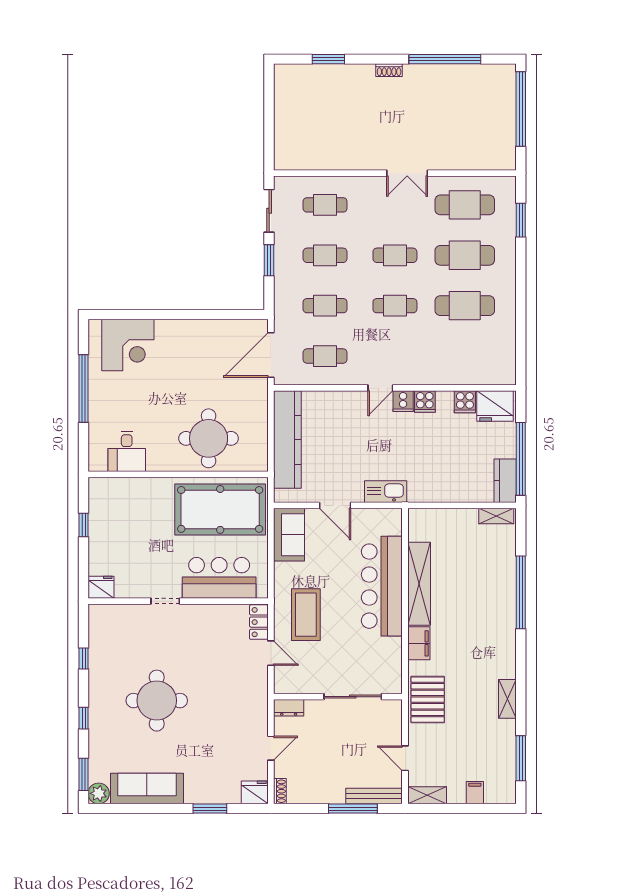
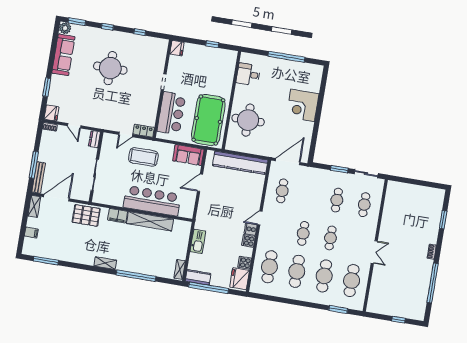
window: (521, 109) -> (399, 320), width x0.32
double door: (407, 173) -> (374, 252), swing flipped
cafe table: (325, 306) -> (269, 267), moved, width x1.37, depth x1.35
corner desk: (128, 345) -> (303, 105), moved
door: (271, 355) -> (288, 162), hinge flipped
door: (380, 388) -> (260, 218), hinge flipped
kitchen sink: (386, 492) -> (198, 241), moved
shelving: (507, 699) -> (105, 263), moved
door: (405, 758) -> (56, 198), width x1.88

